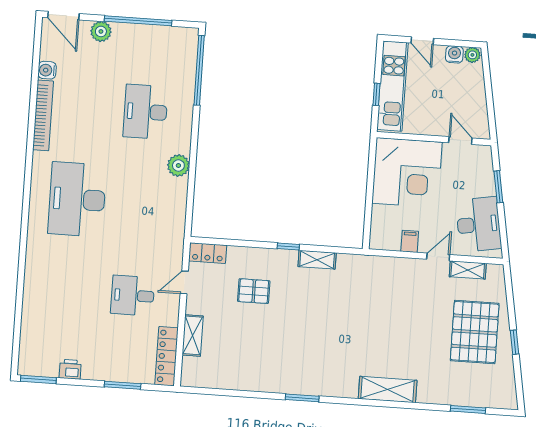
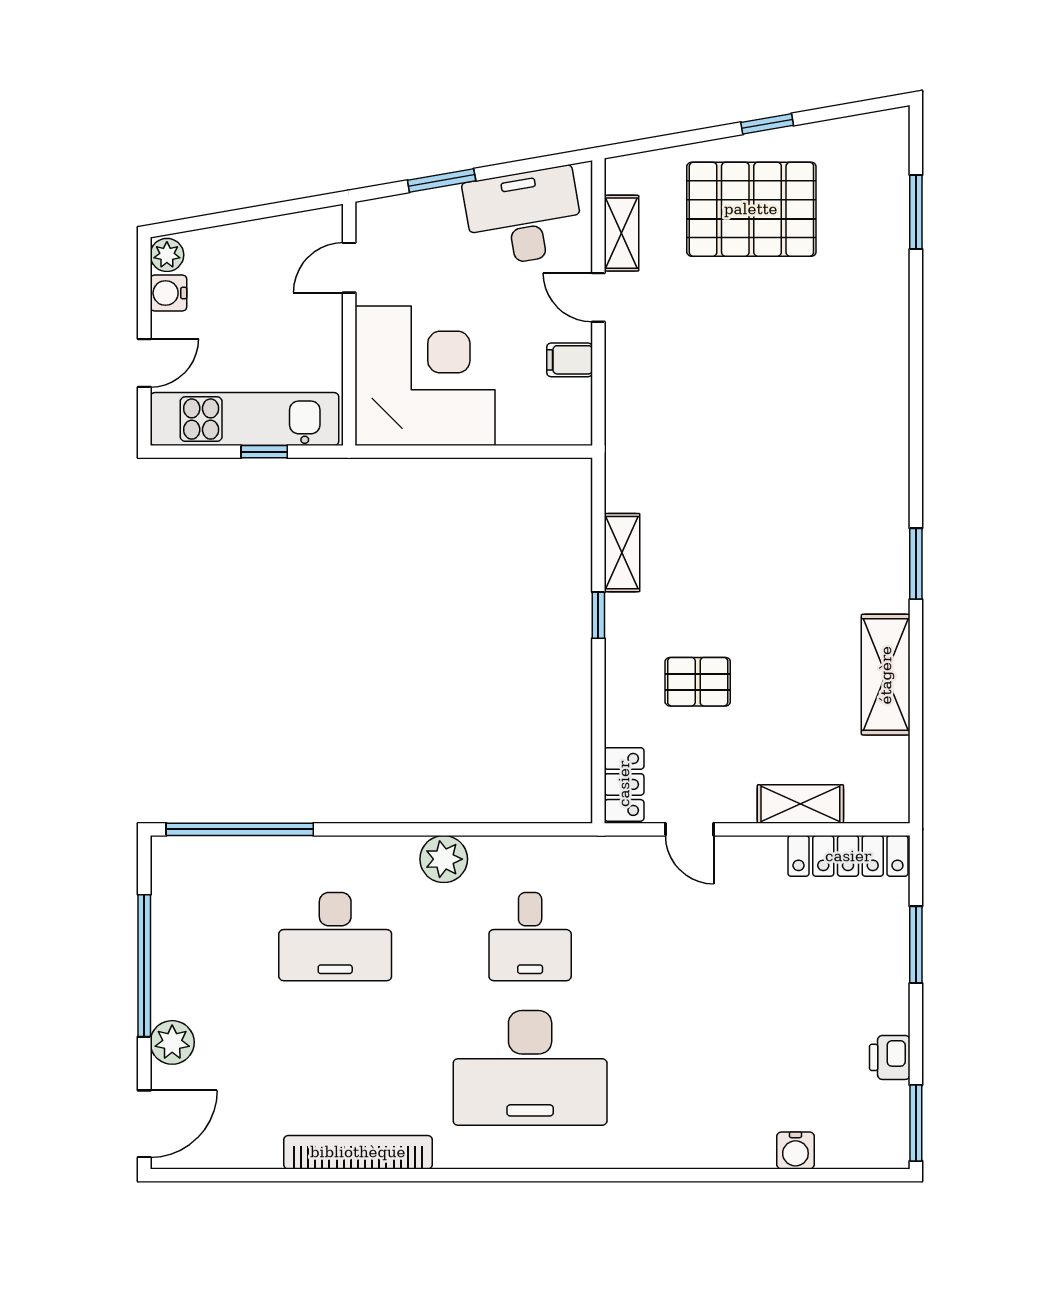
water cooler: (47, 70) -> (795, 1150), moved
pallet: (254, 291) -> (698, 682), turned 90
desk: (133, 296) -> (530, 937), moved
shelving: (388, 390) -> (886, 675), moved

